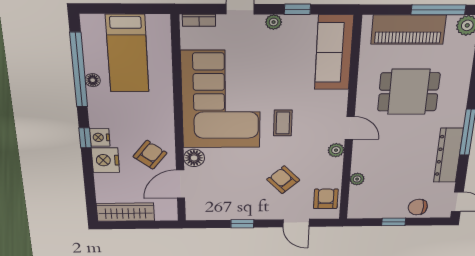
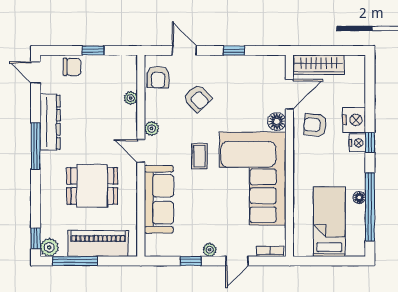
sofa: (334, 53) -> (159, 199), moved
armchair: (150, 155) -> (315, 125), turned 58
wardrobe: (126, 212) -> (319, 65), moved

